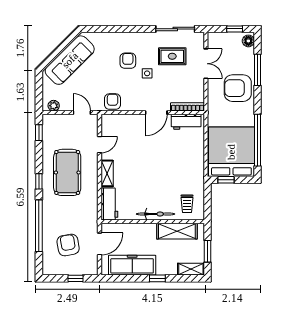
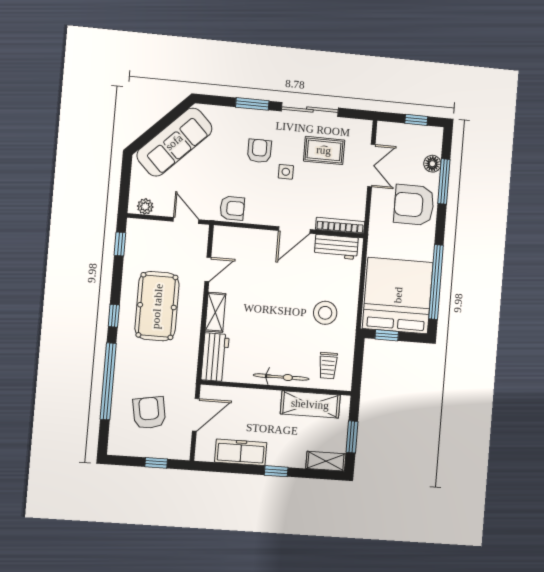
window: (120, 29) -> (252, 104), added
sliding door: (175, 29) -> (310, 110), moved
floor lamp: (248, 41) -> (432, 164), moved
armchair: (113, 102) -> (232, 208), turned 90
stool: (182, 168) -> (325, 313), added
freezer: (132, 265) -> (241, 452), width x0.73, depth x0.79

